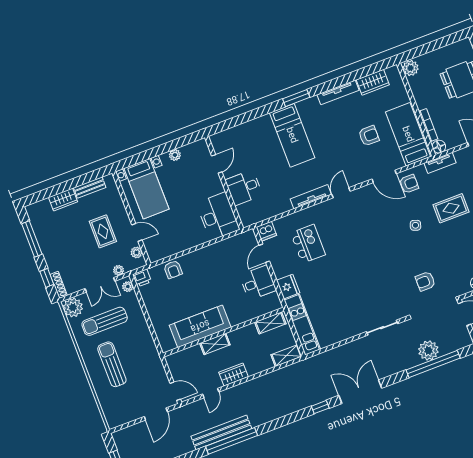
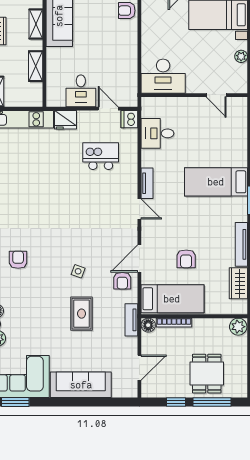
desk: (244, 188) -> (157, 133), moved, turned -90
tv unit: (311, 197) -> (147, 183), width x0.71
kitchen island: (308, 244) -> (101, 156), turned 180
shelving: (270, 323) -> (36, 66), moved

